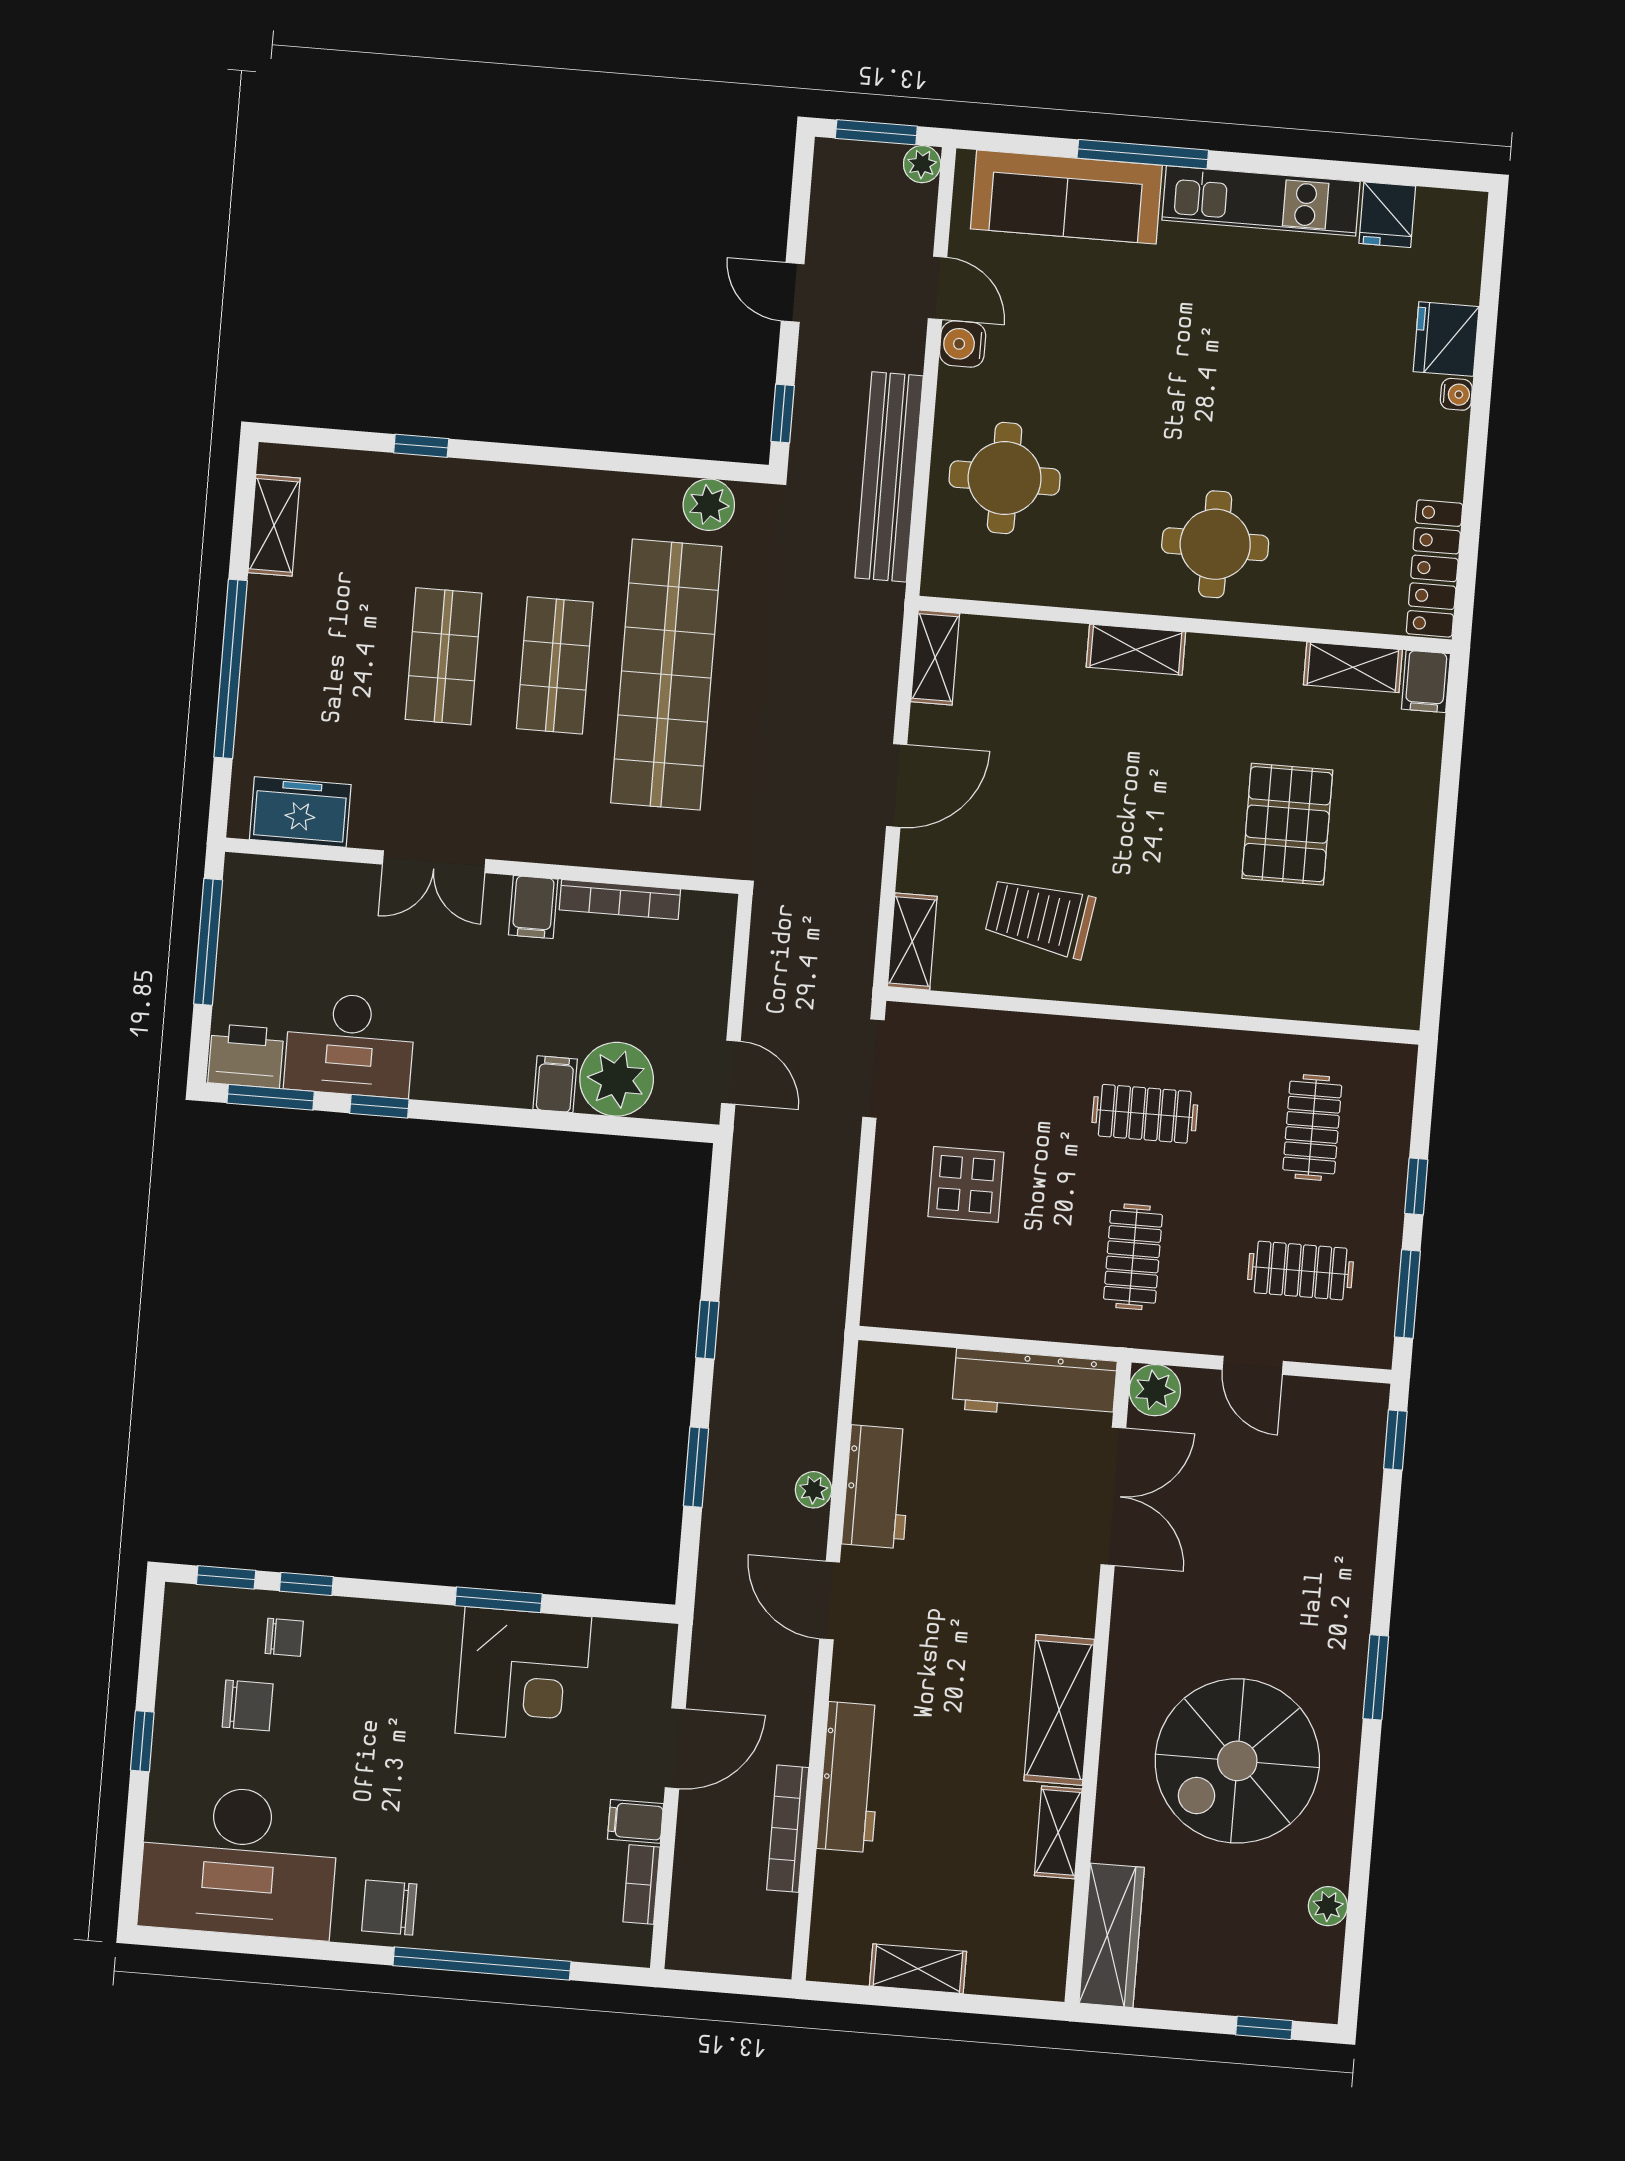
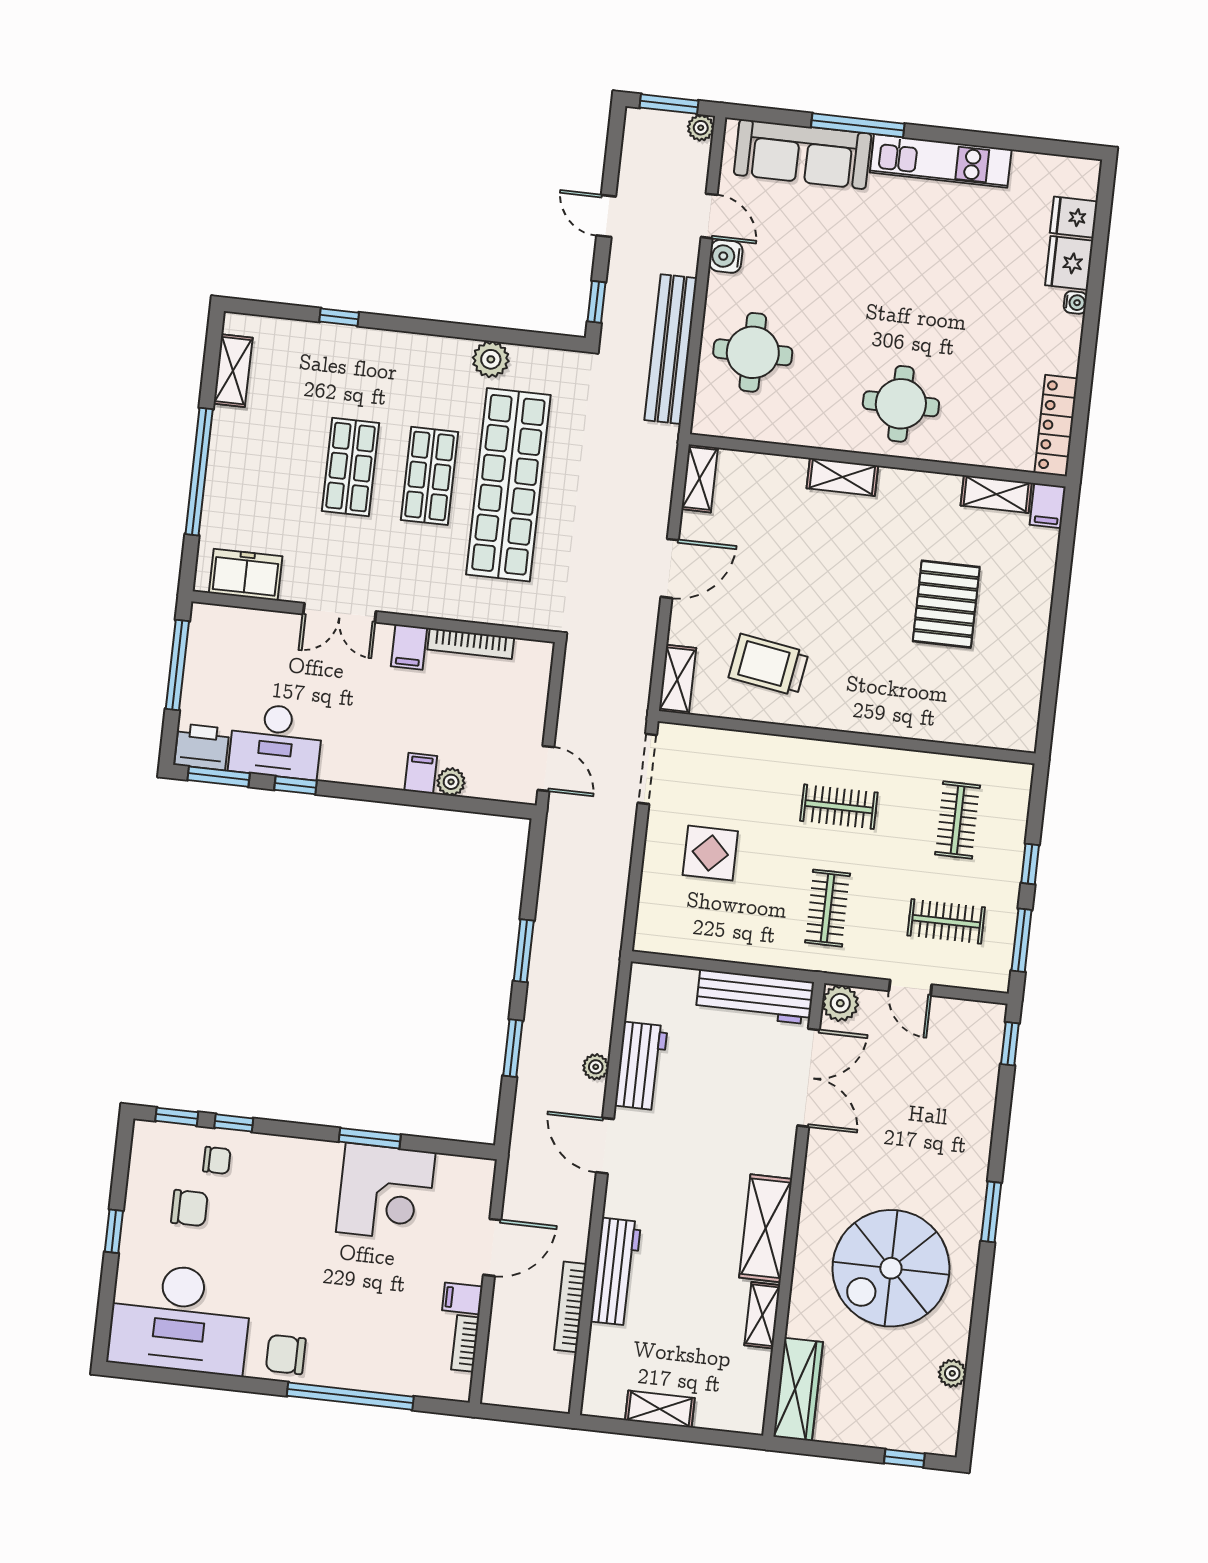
fridge: (1387, 215) -> (1074, 217), moved, turned 90
plant: (709, 505) -> (491, 359), moved
plant: (617, 1079) -> (451, 782), width x0.53, depth x0.53
window: (707, 1330) -> (524, 951), width x1.50

